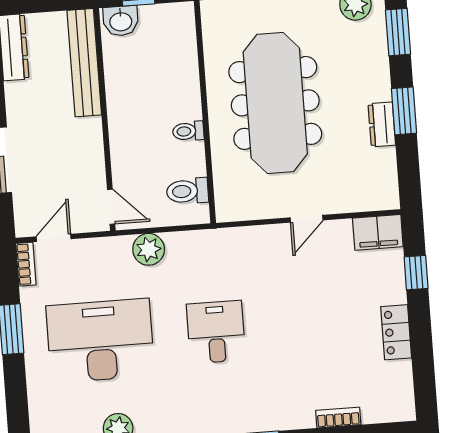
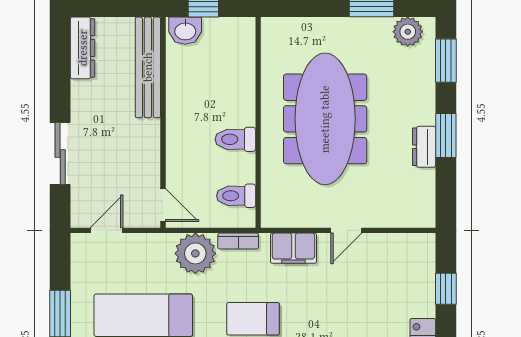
toilet: (188, 131) -> (235, 139), width x1.37, depth x1.39
filing cabinet: (378, 232) -> (293, 248), moved
plant: (149, 249) -> (195, 253), width x1.36, depth x1.36
bookcase: (26, 264) -> (238, 241), moved, turned 90

